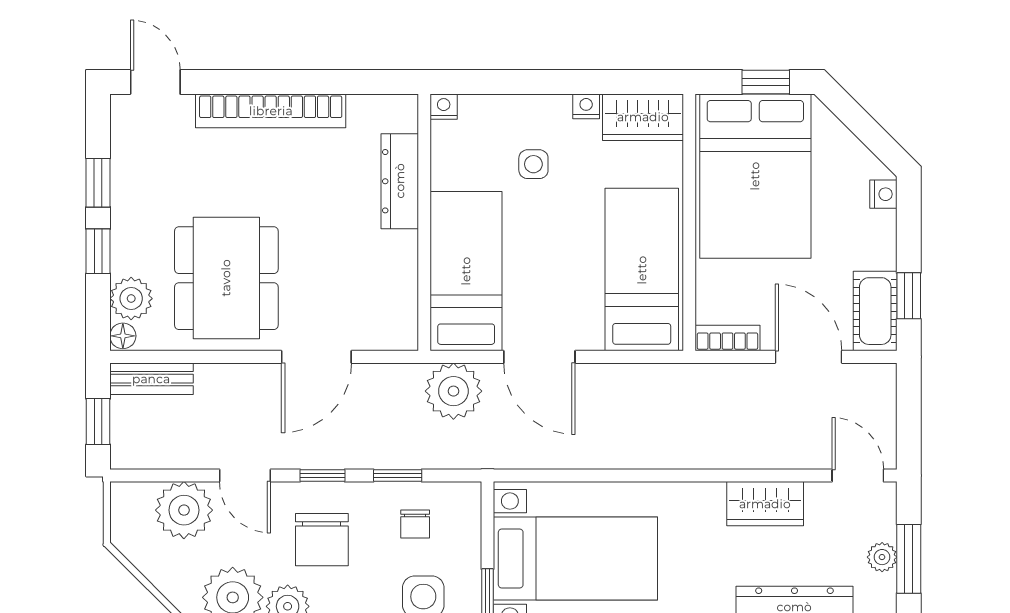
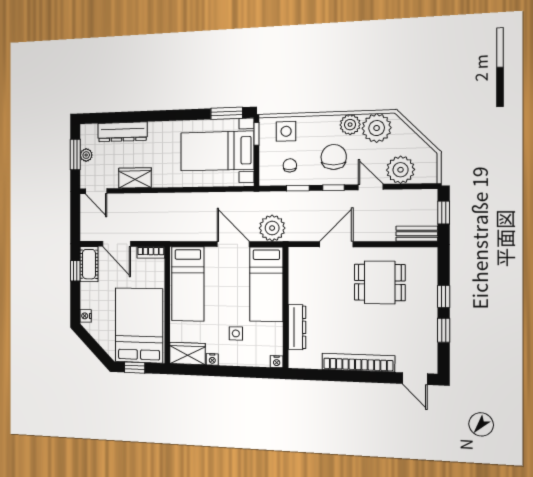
dining table: (226, 278) -> (380, 282), width x0.73
plant: (131, 299) -> (427, 273), removed
floor lamp: (123, 336) -> (431, 255), removed

